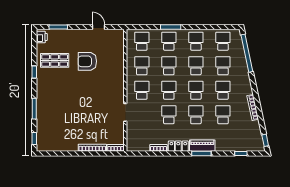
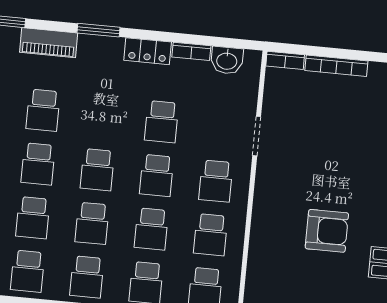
armchair: (87, 61) -> (327, 231), moved
school desk: (196, 115) -> (102, 116), removed
washbasin: (142, 145) -> (227, 60), added
piano: (202, 146) -> (49, 43), moved

